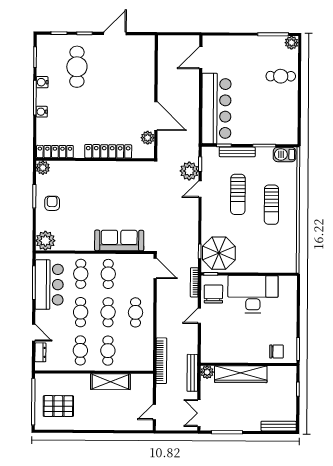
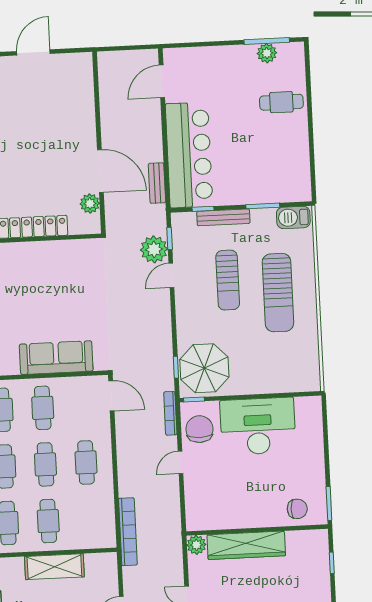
plant: (292, 43) -> (267, 53), moved
sun lounger: (271, 205) -> (278, 293), width x1.36, depth x1.34
bench: (192, 373) -> (157, 183), moved, width x0.73

